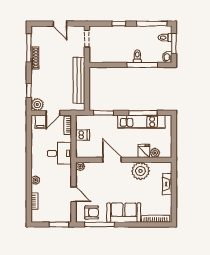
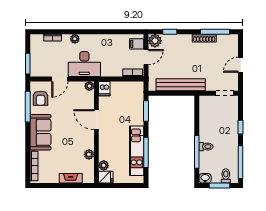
door: (53, 113) -> (146, 57), swing flipped
dishwasher: (83, 135) -> (104, 89), moved
fridge: (144, 151) -> (106, 177), moved
desk: (59, 153) -> (84, 64), moved, width x1.37
door: (112, 160) -> (96, 120), swing flipped
plant: (140, 171) -> (89, 154), width x0.53, depth x0.53

